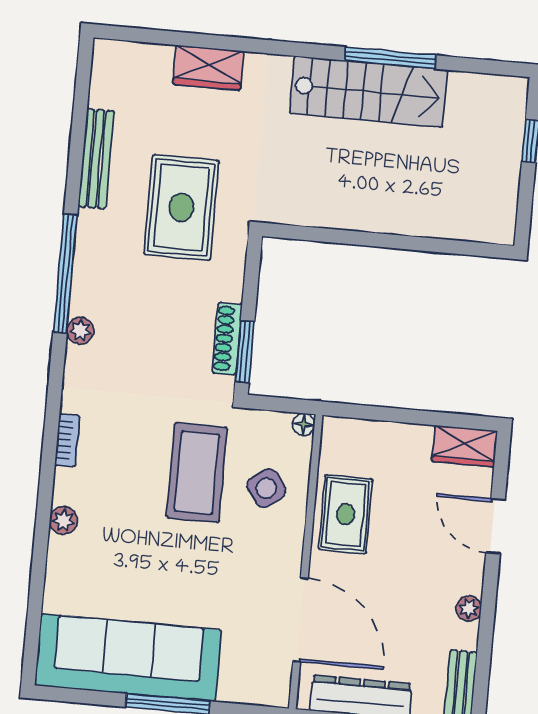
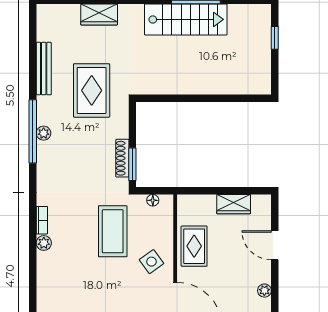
plant: (80, 331) -> (44, 133), moved
floor lamp: (304, 424) -> (153, 200), moved
wardrobe: (465, 446) -> (234, 204), moved
side table: (266, 488) -> (151, 262), moved
plant: (63, 521) -> (44, 243), moved

